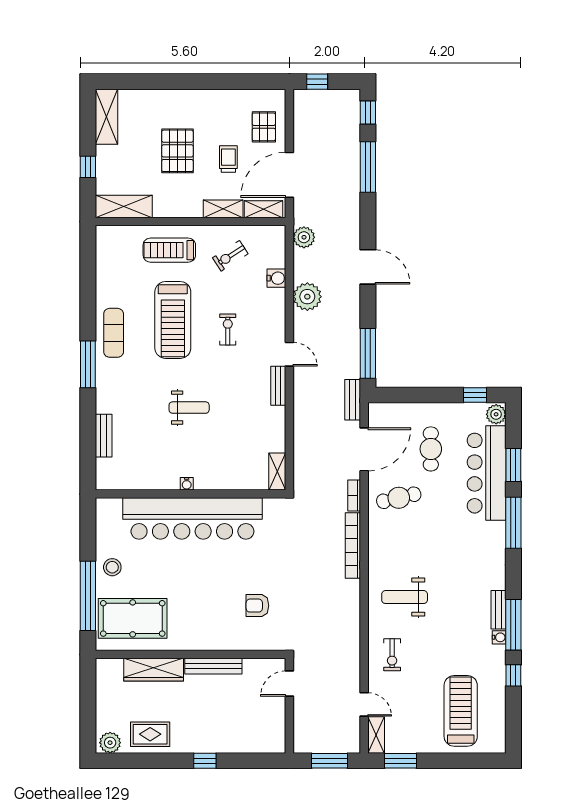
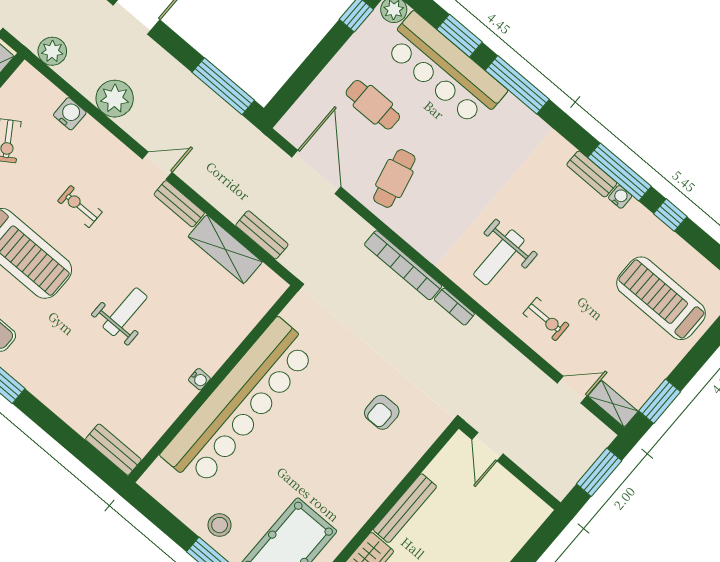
bench: (353, 400) -> (262, 235), moved
bench: (104, 436) -> (113, 450), moved
shelving: (277, 472) -> (225, 249), moved, width x1.50, depth x1.33
bookcase: (354, 495) -> (454, 307), moved

